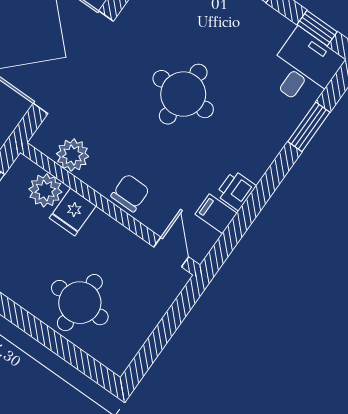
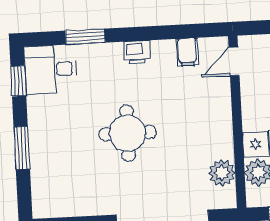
printer: (236, 190) -> (137, 52), moved
chair: (130, 193) -> (217, 117), removed

